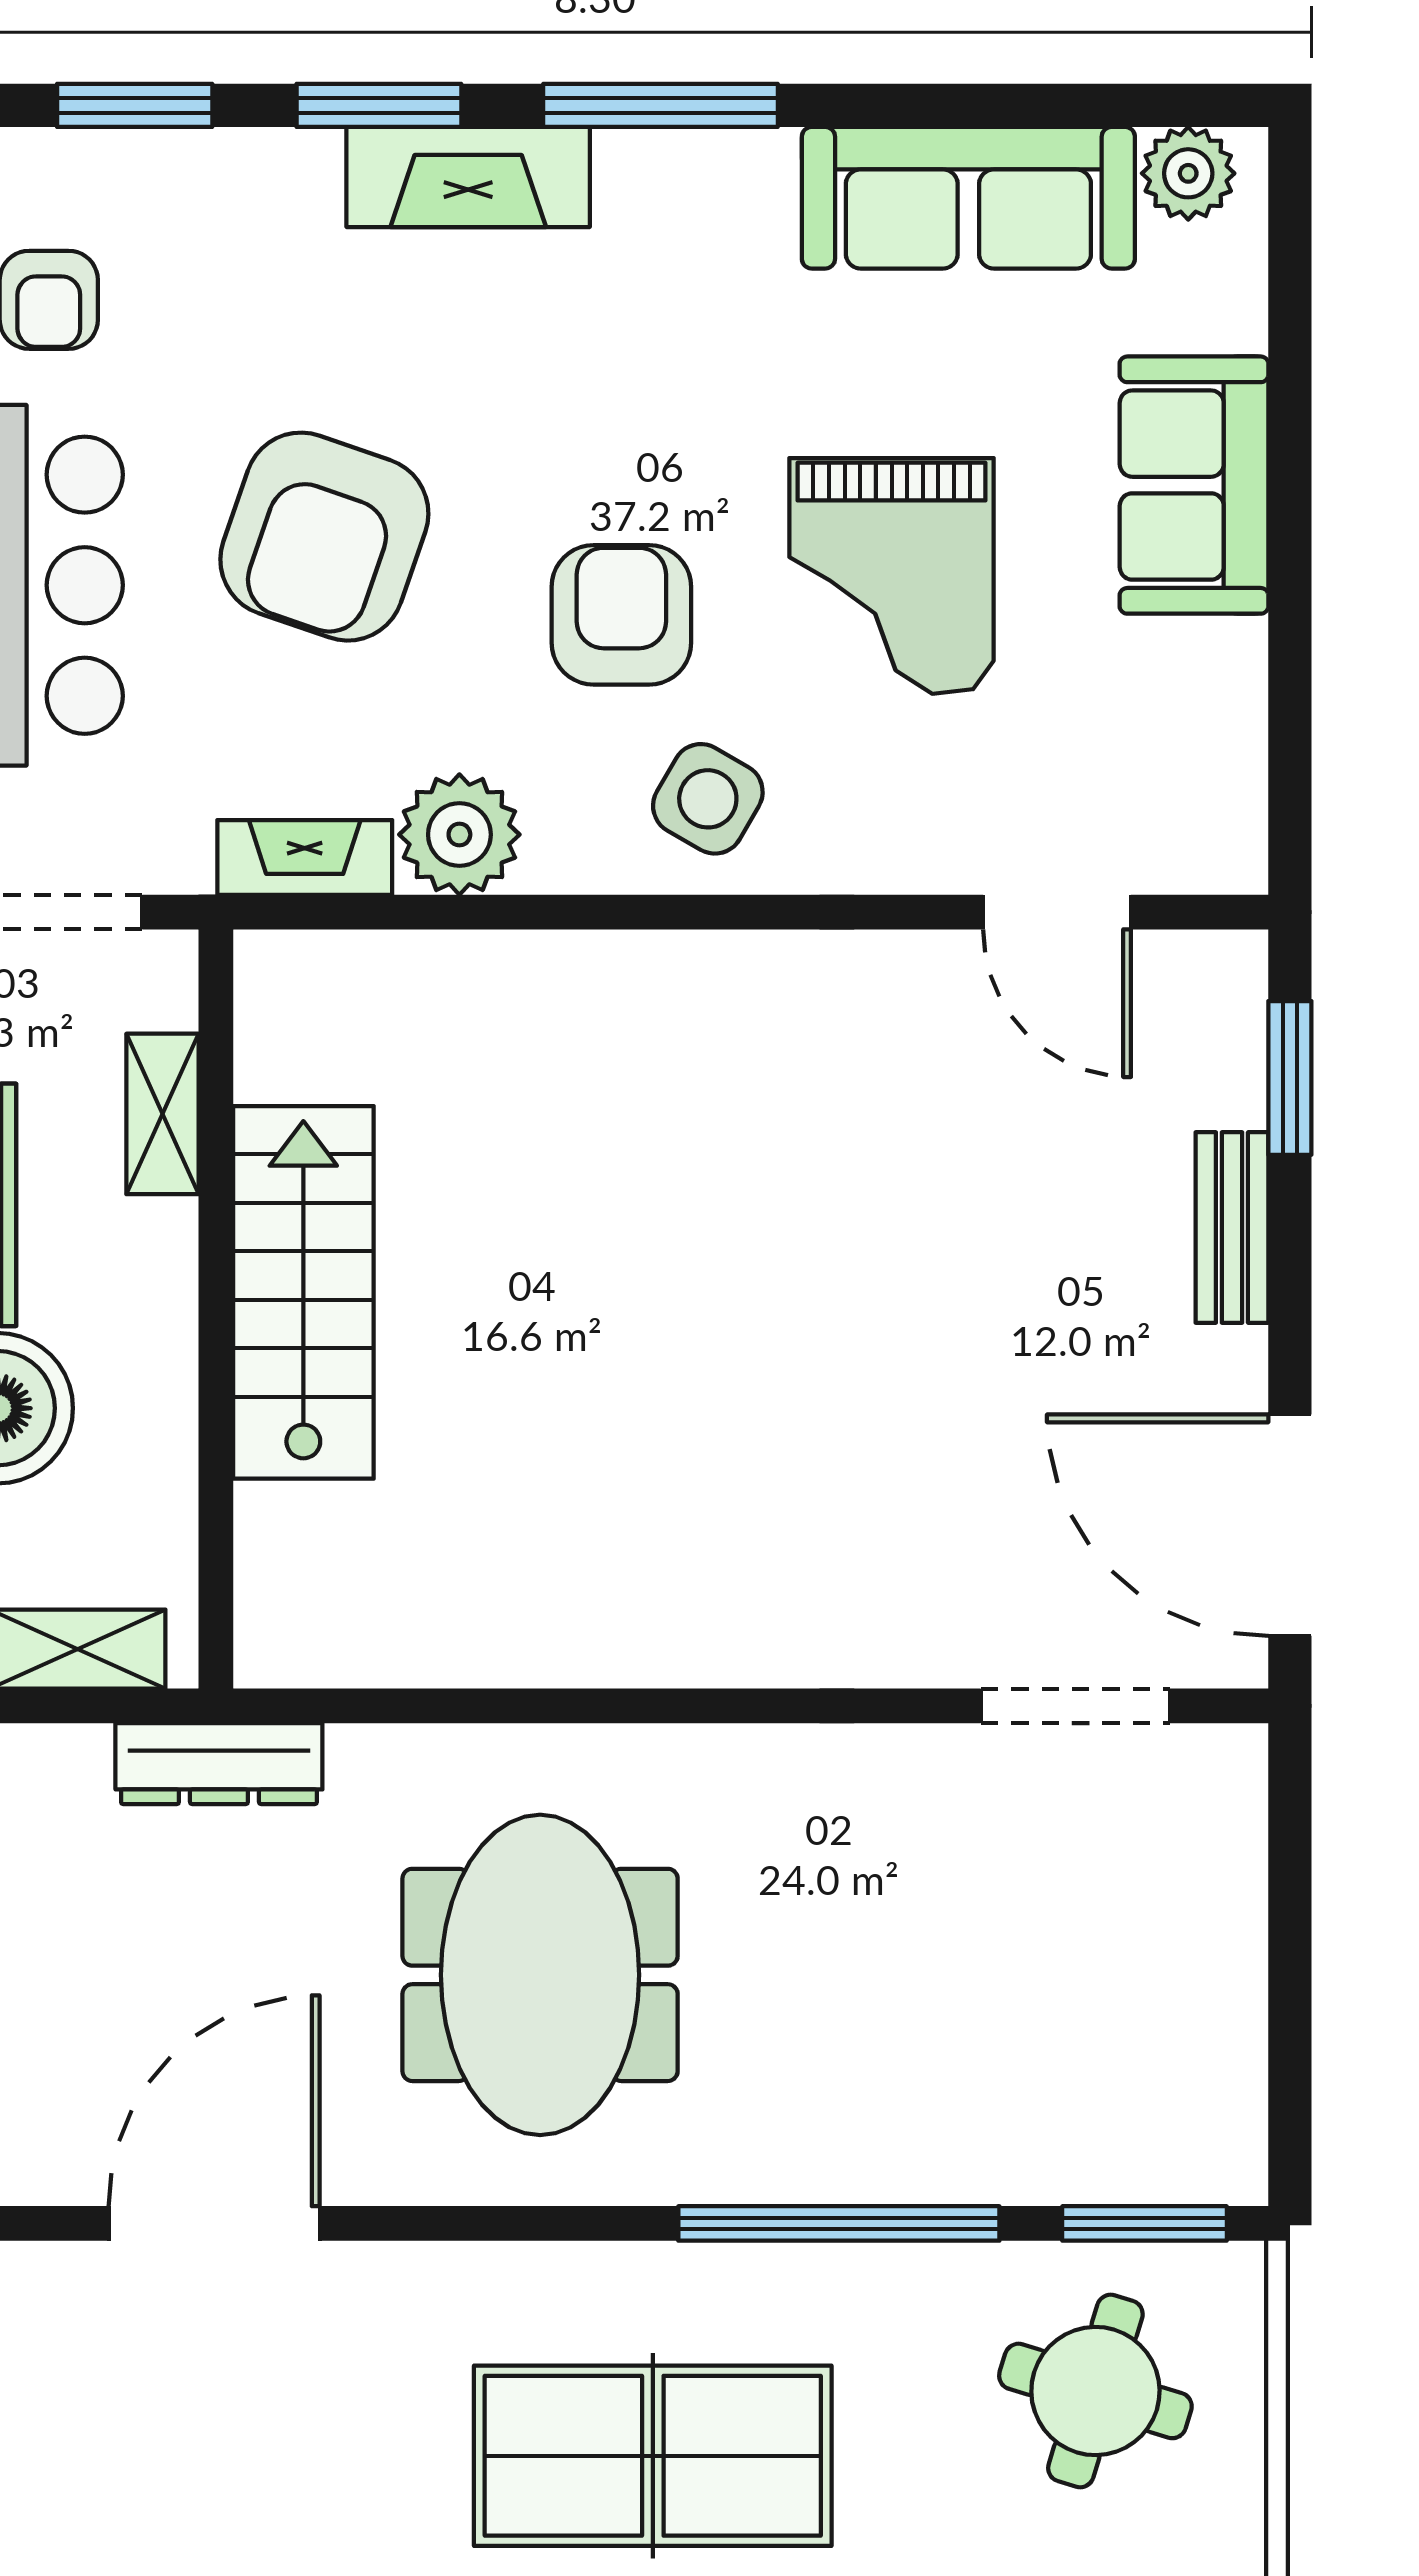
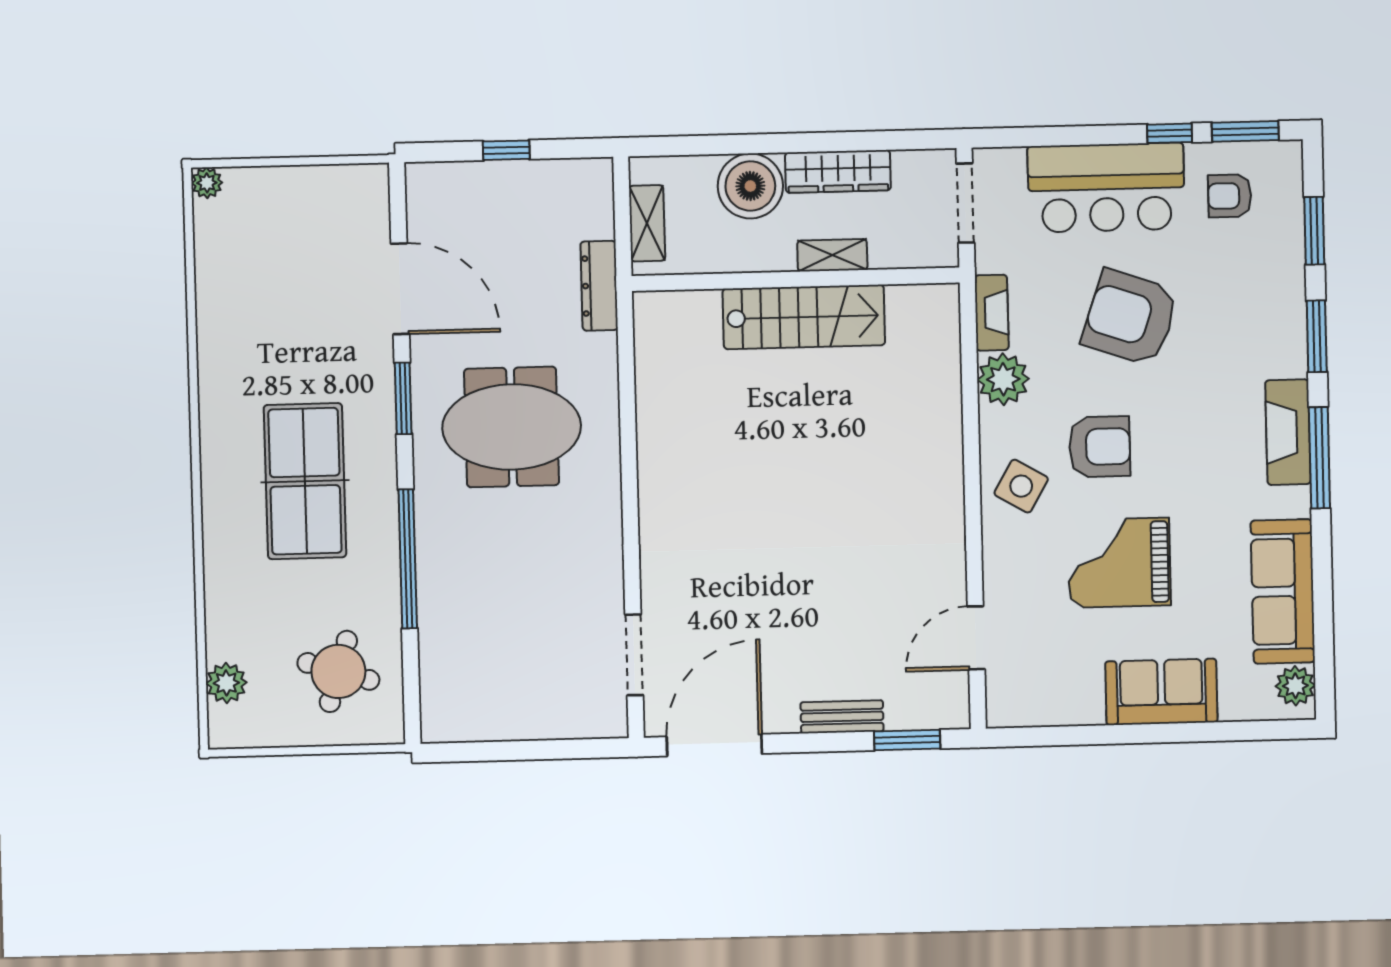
fireplace: (468, 177) -> (1288, 432), moved
shelving: (162, 1114) -> (832, 255), moved
window: (1145, 2223) -> (403, 398), moved

